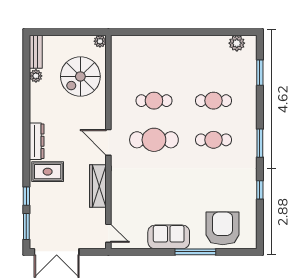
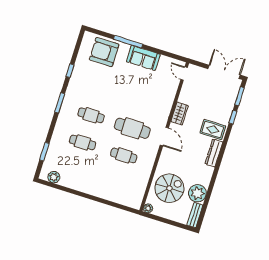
plant: (36, 76) -> (197, 193), width x1.87, depth x1.87
wardrobe: (98, 186) -> (180, 114), width x0.67
armchair: (223, 228) -> (104, 52), turned 90

